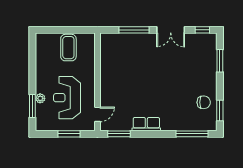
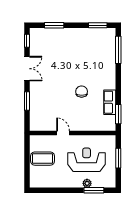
window: (134, 30) -> (27, 101), width x0.69
reception desk: (67, 98) -> (87, 160), turned 180
chair: (204, 102) -> (82, 92), moved
door: (97, 114) -> (63, 133), moved
row of seats: (146, 124) -> (110, 102), moved

